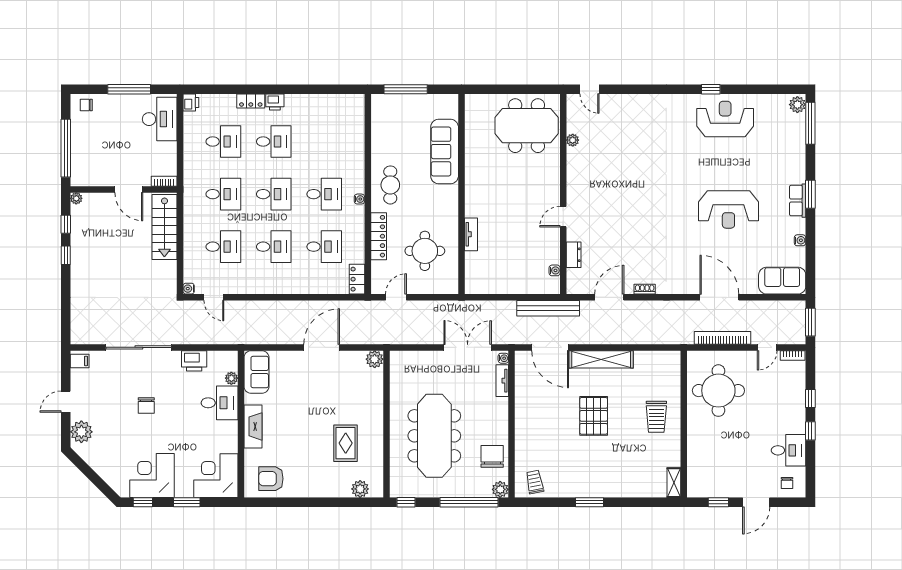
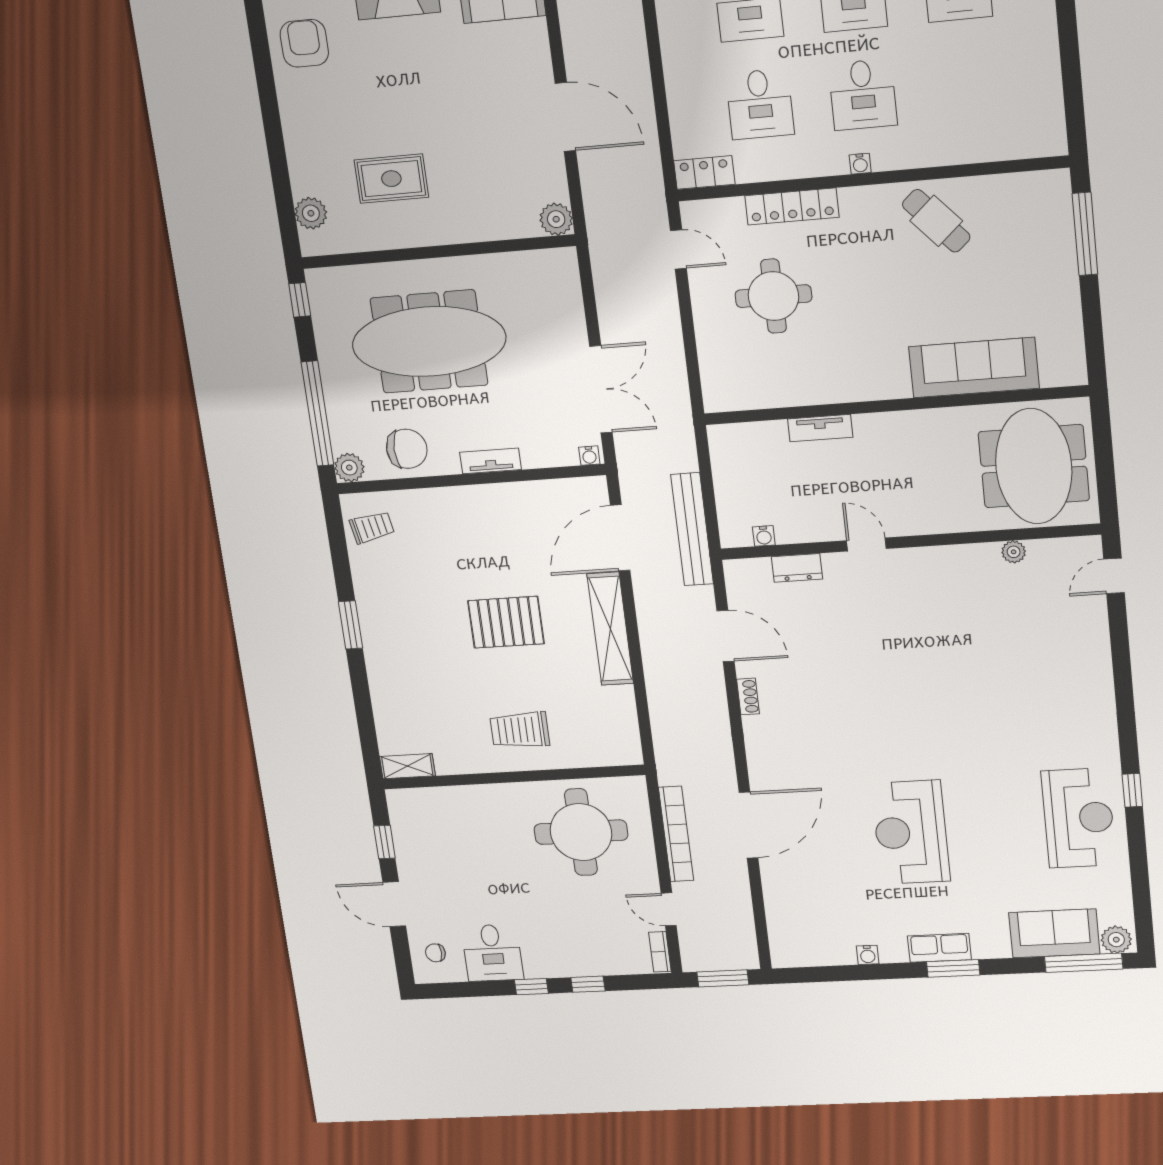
sofa: (445, 152) -> (974, 368), moved
cafe table: (390, 185) -> (936, 221), moved, turned 48
wall: (461, 194) -> (895, 405), moved
tv unit: (471, 234) -> (820, 428), moved
sofa: (782, 281) -> (1054, 933), moved, turned -90
tv unit: (502, 381) -> (490, 461), moved

